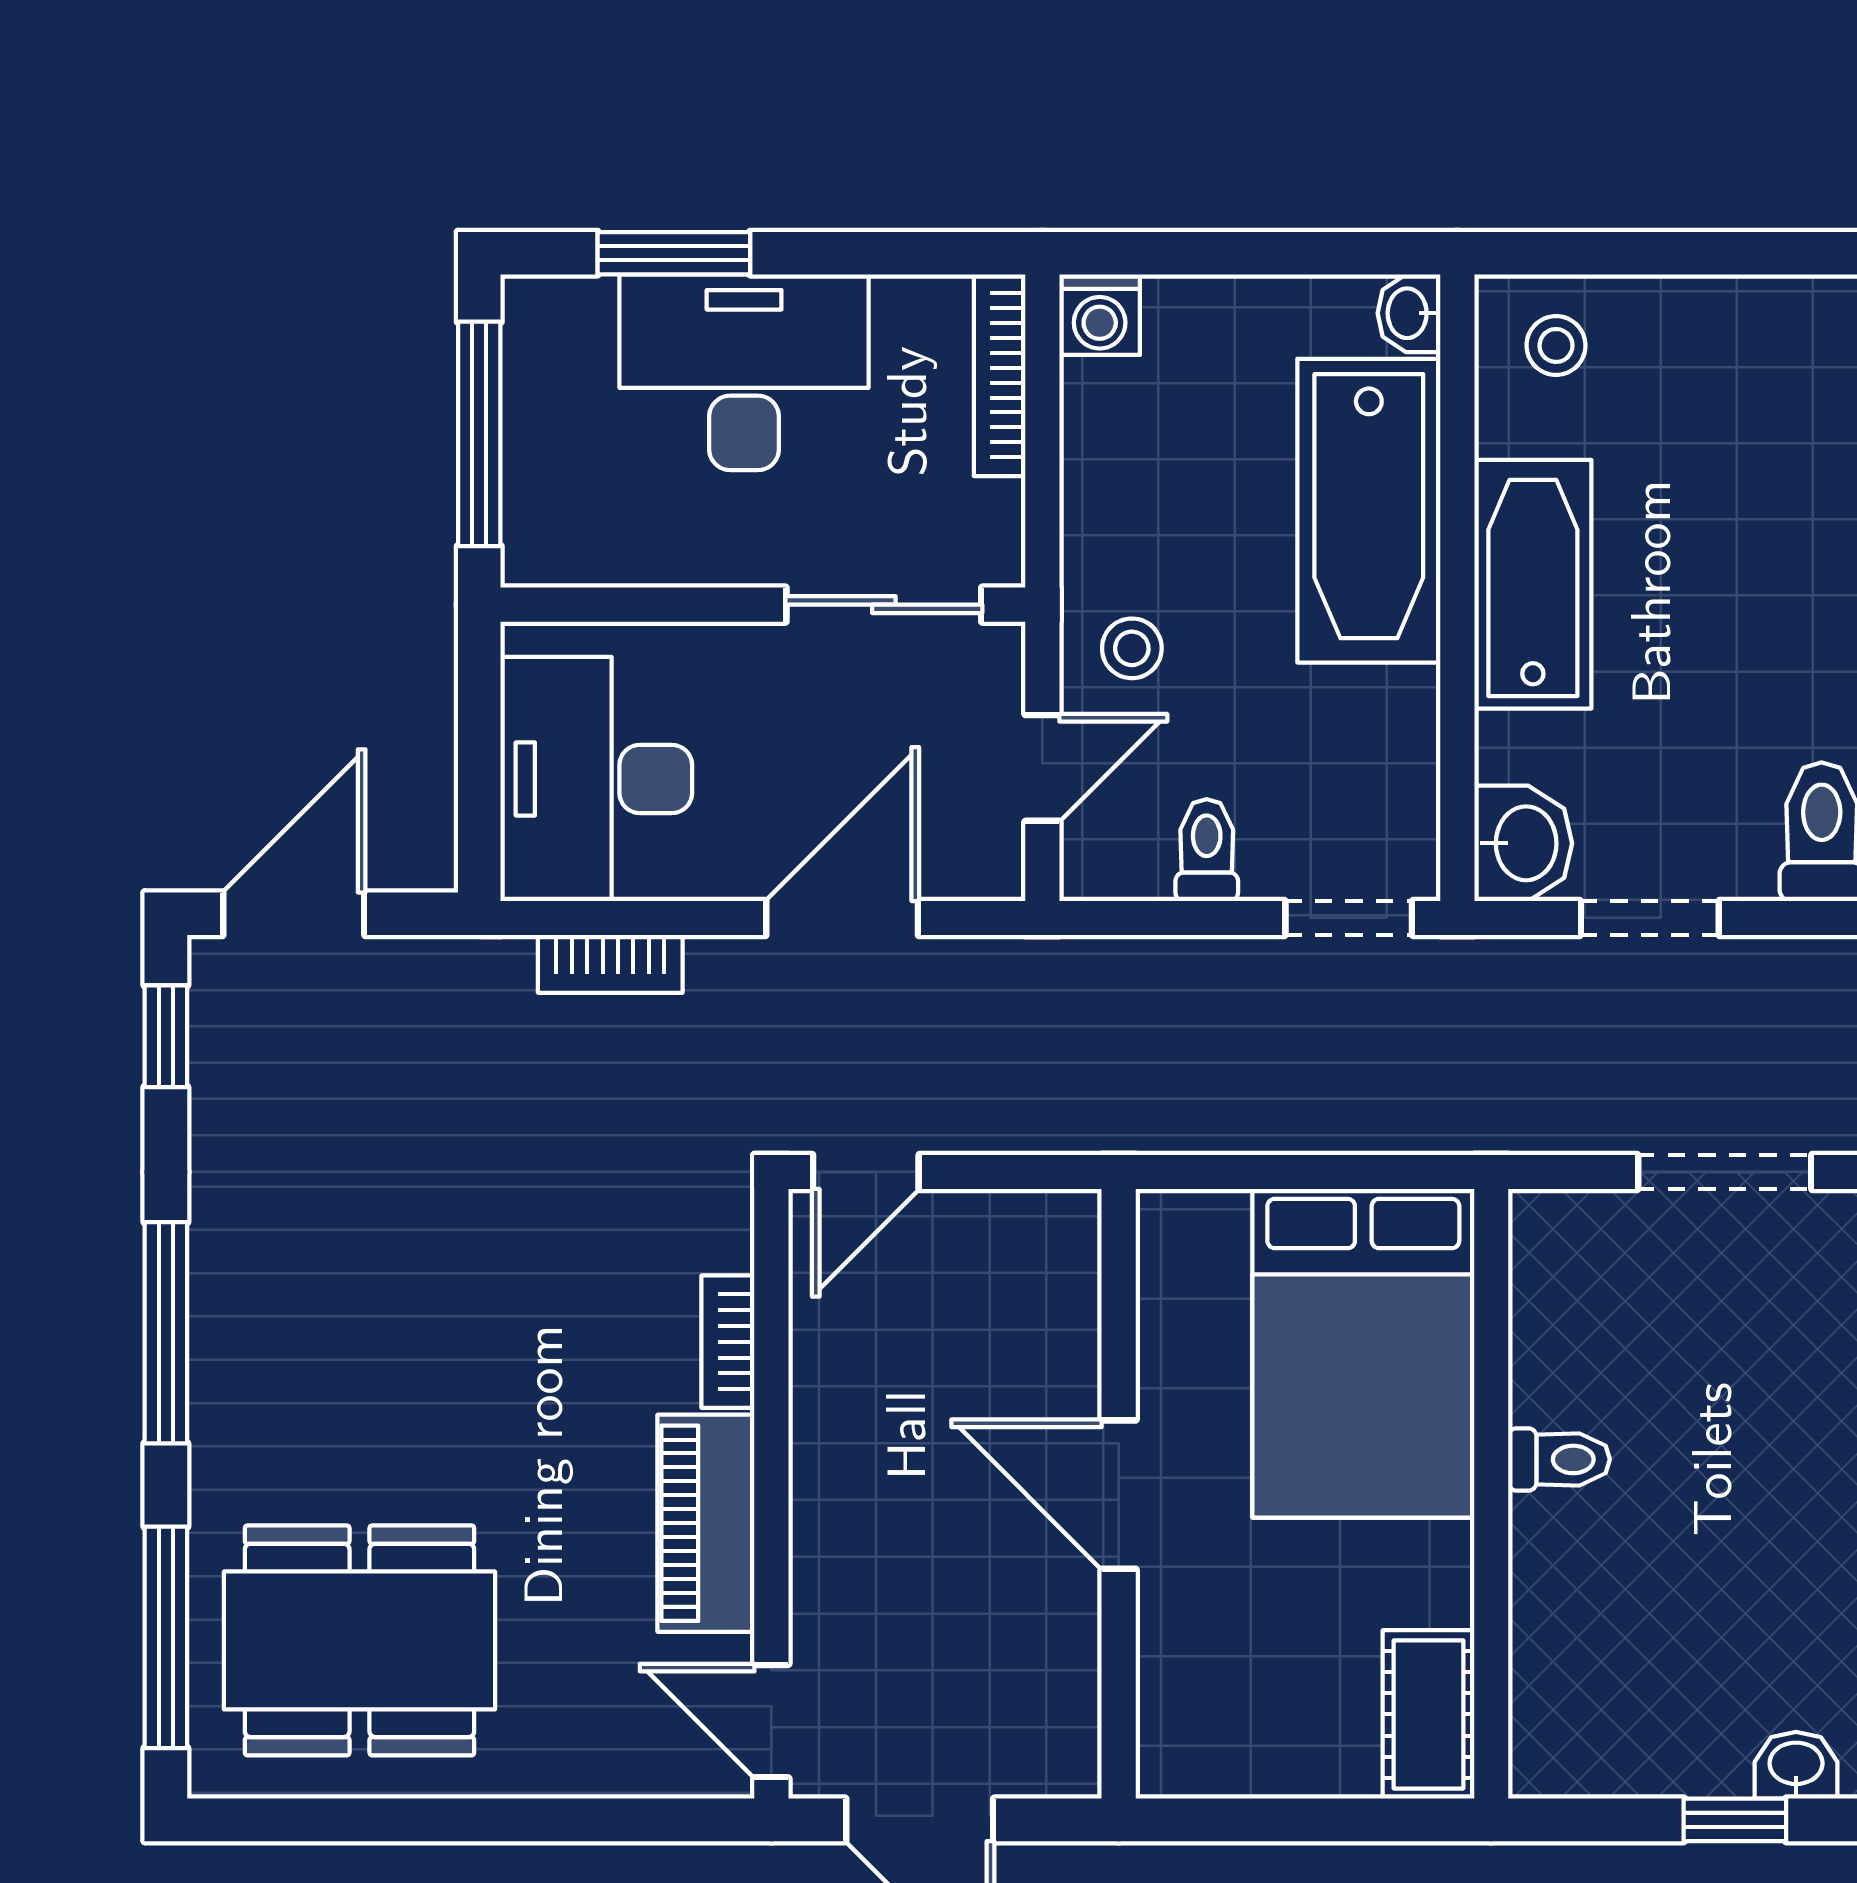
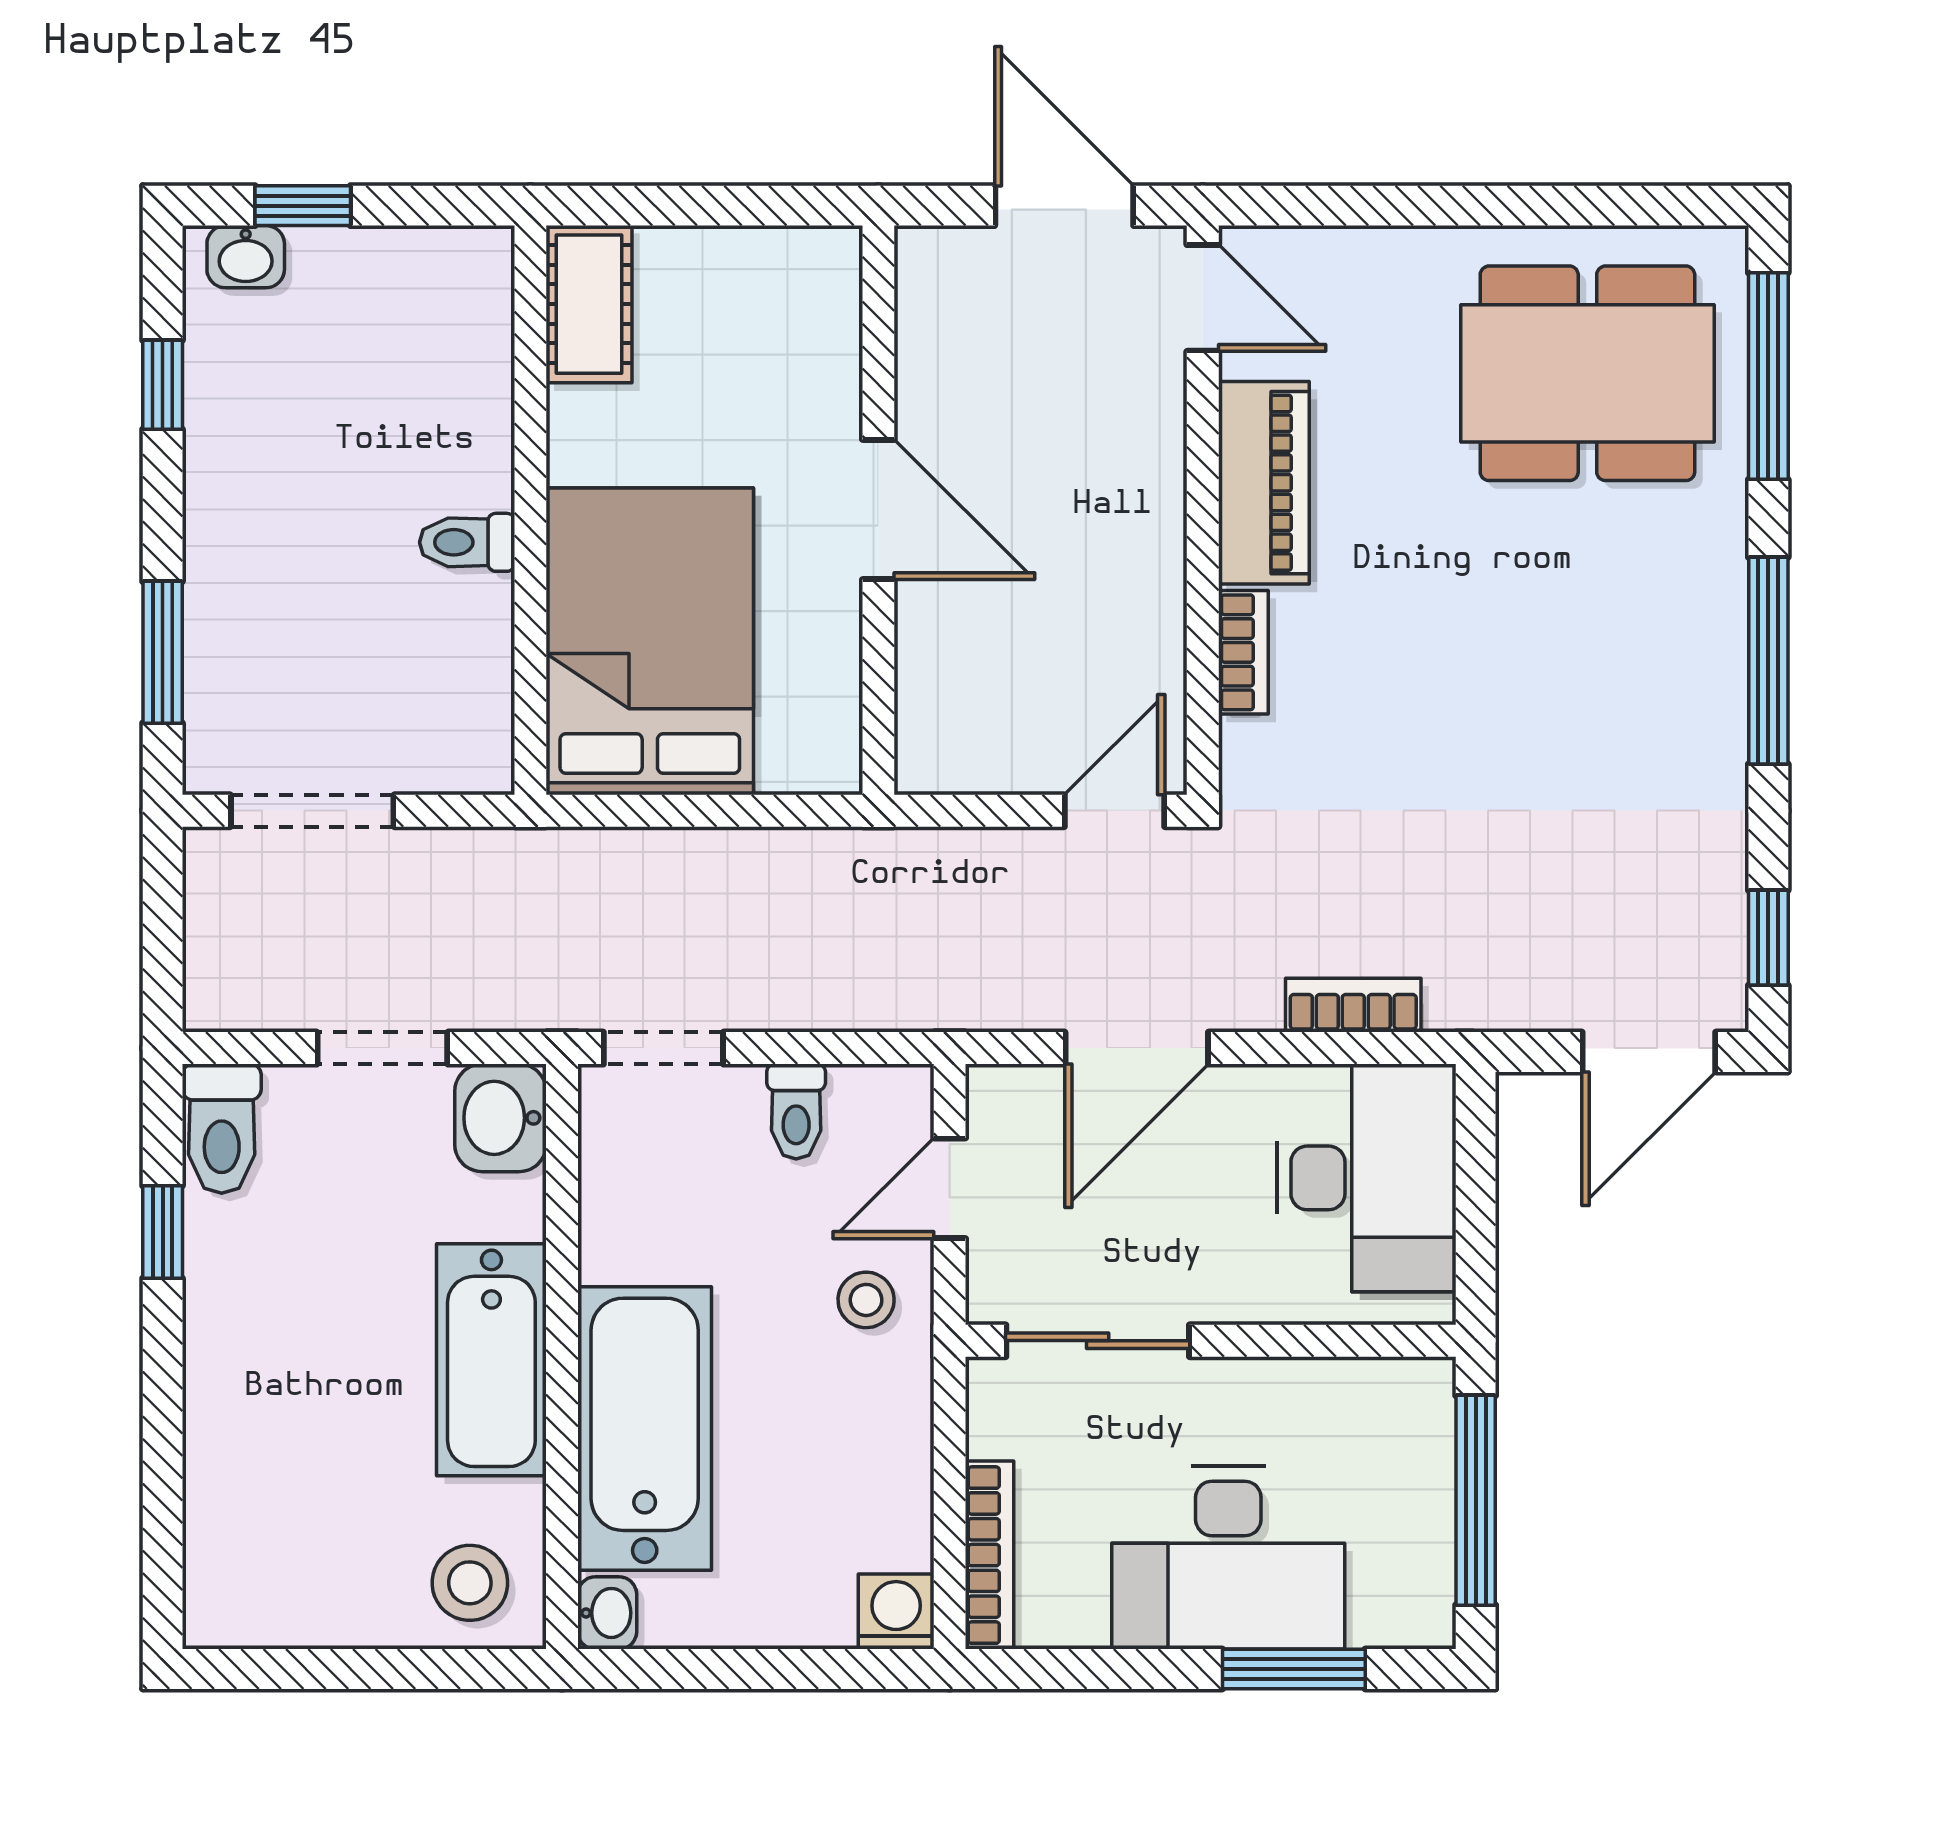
stool: (1556, 345) -> (470, 1583), width x1.37, depth x1.37

